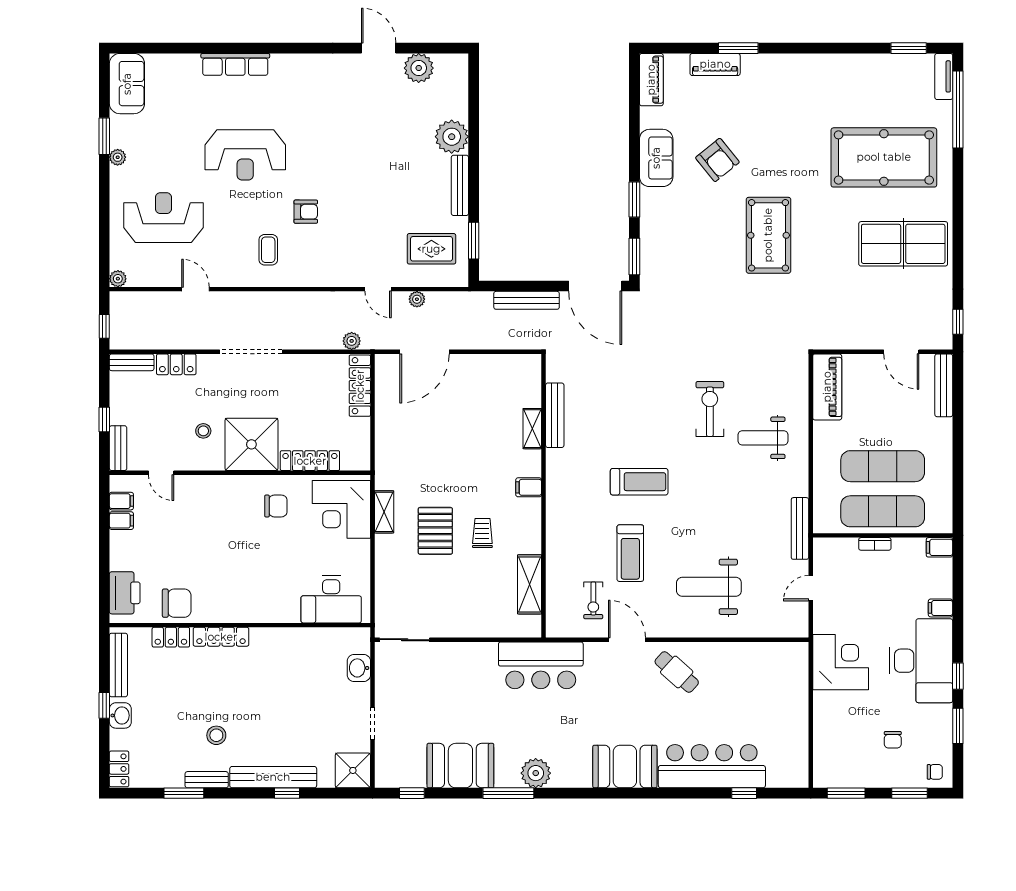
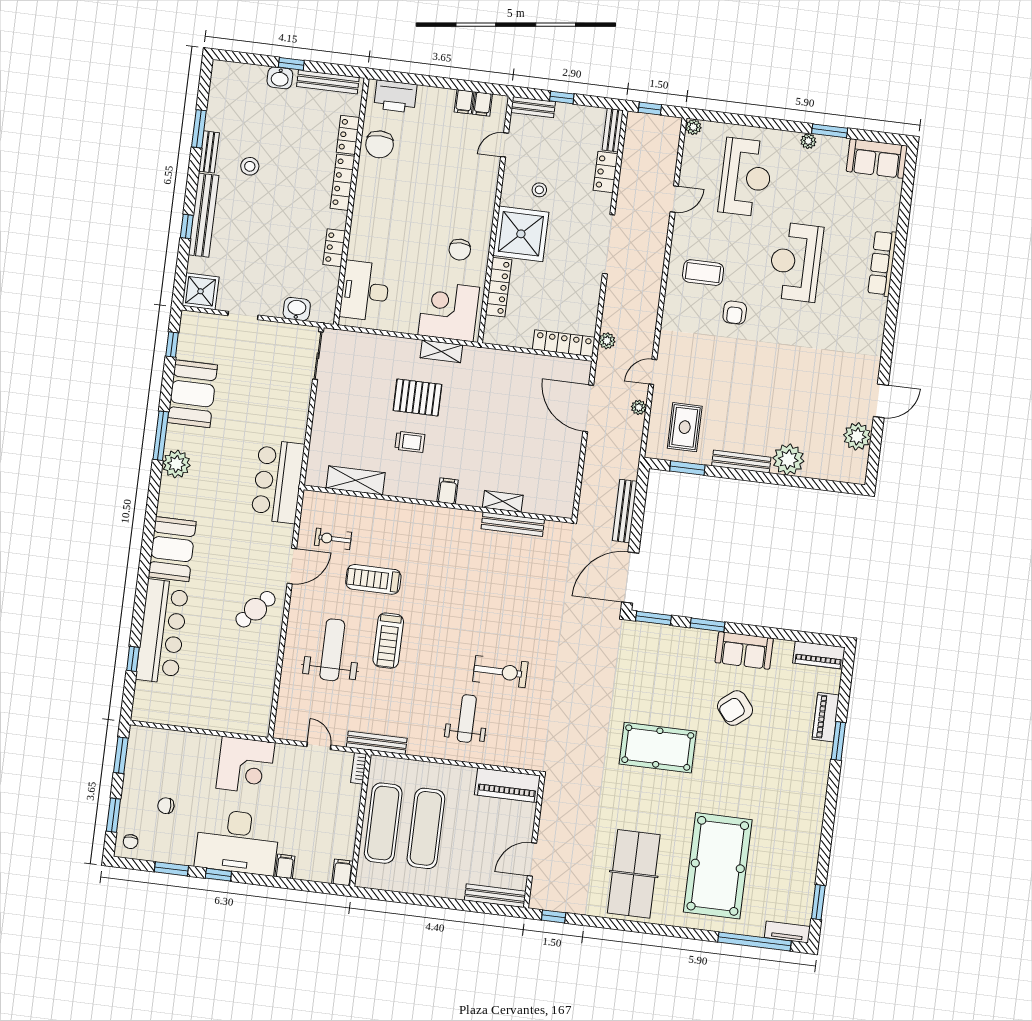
coffee table: (268, 250) -> (703, 273), width x1.36, depth x1.30
treadmill: (639, 482) -> (388, 641), moved
bookcase: (875, 544) -> (359, 768), moved
locker: (119, 769) -> (334, 248), moved, turned 90

